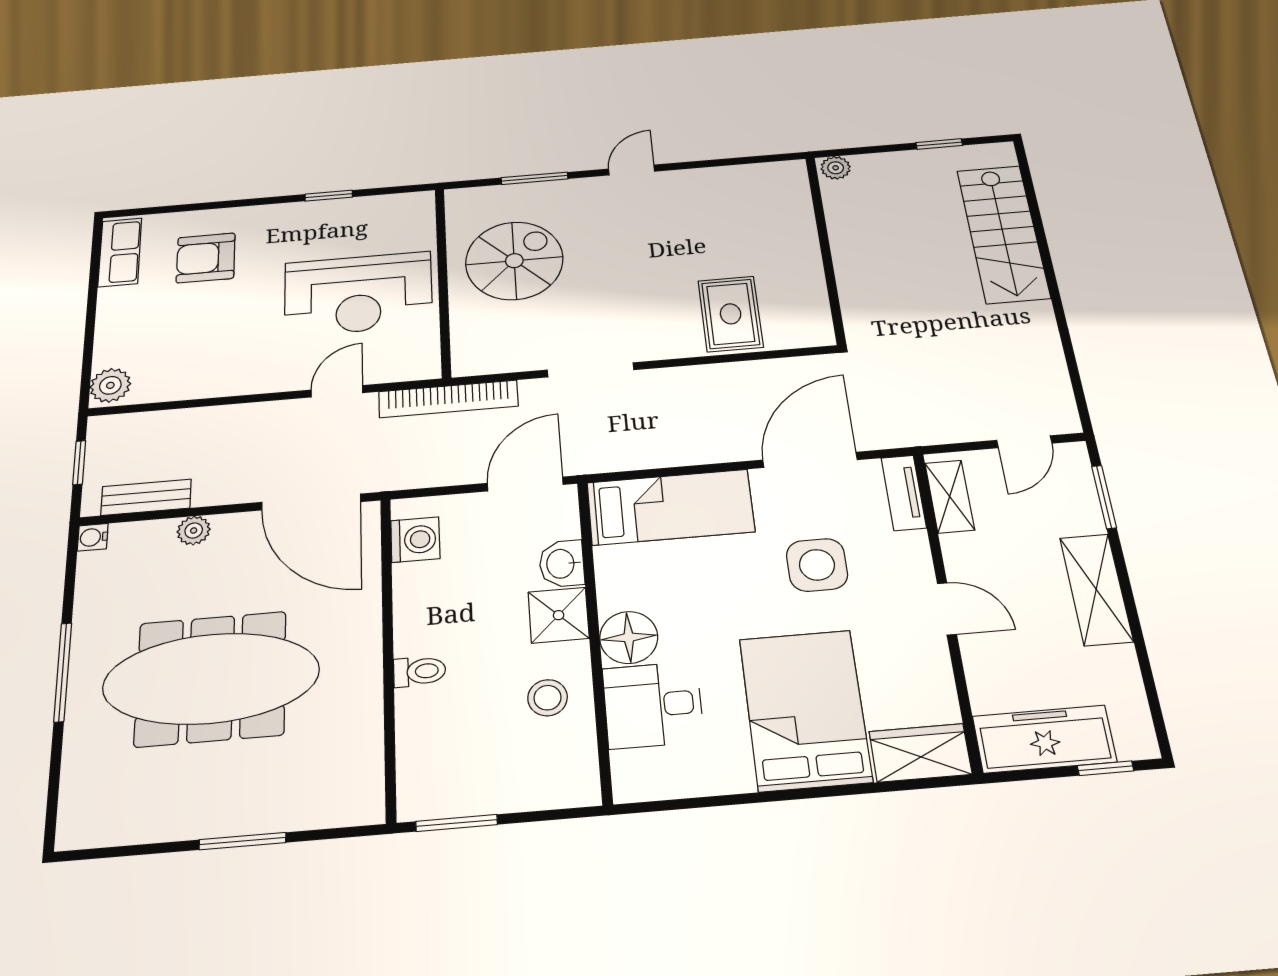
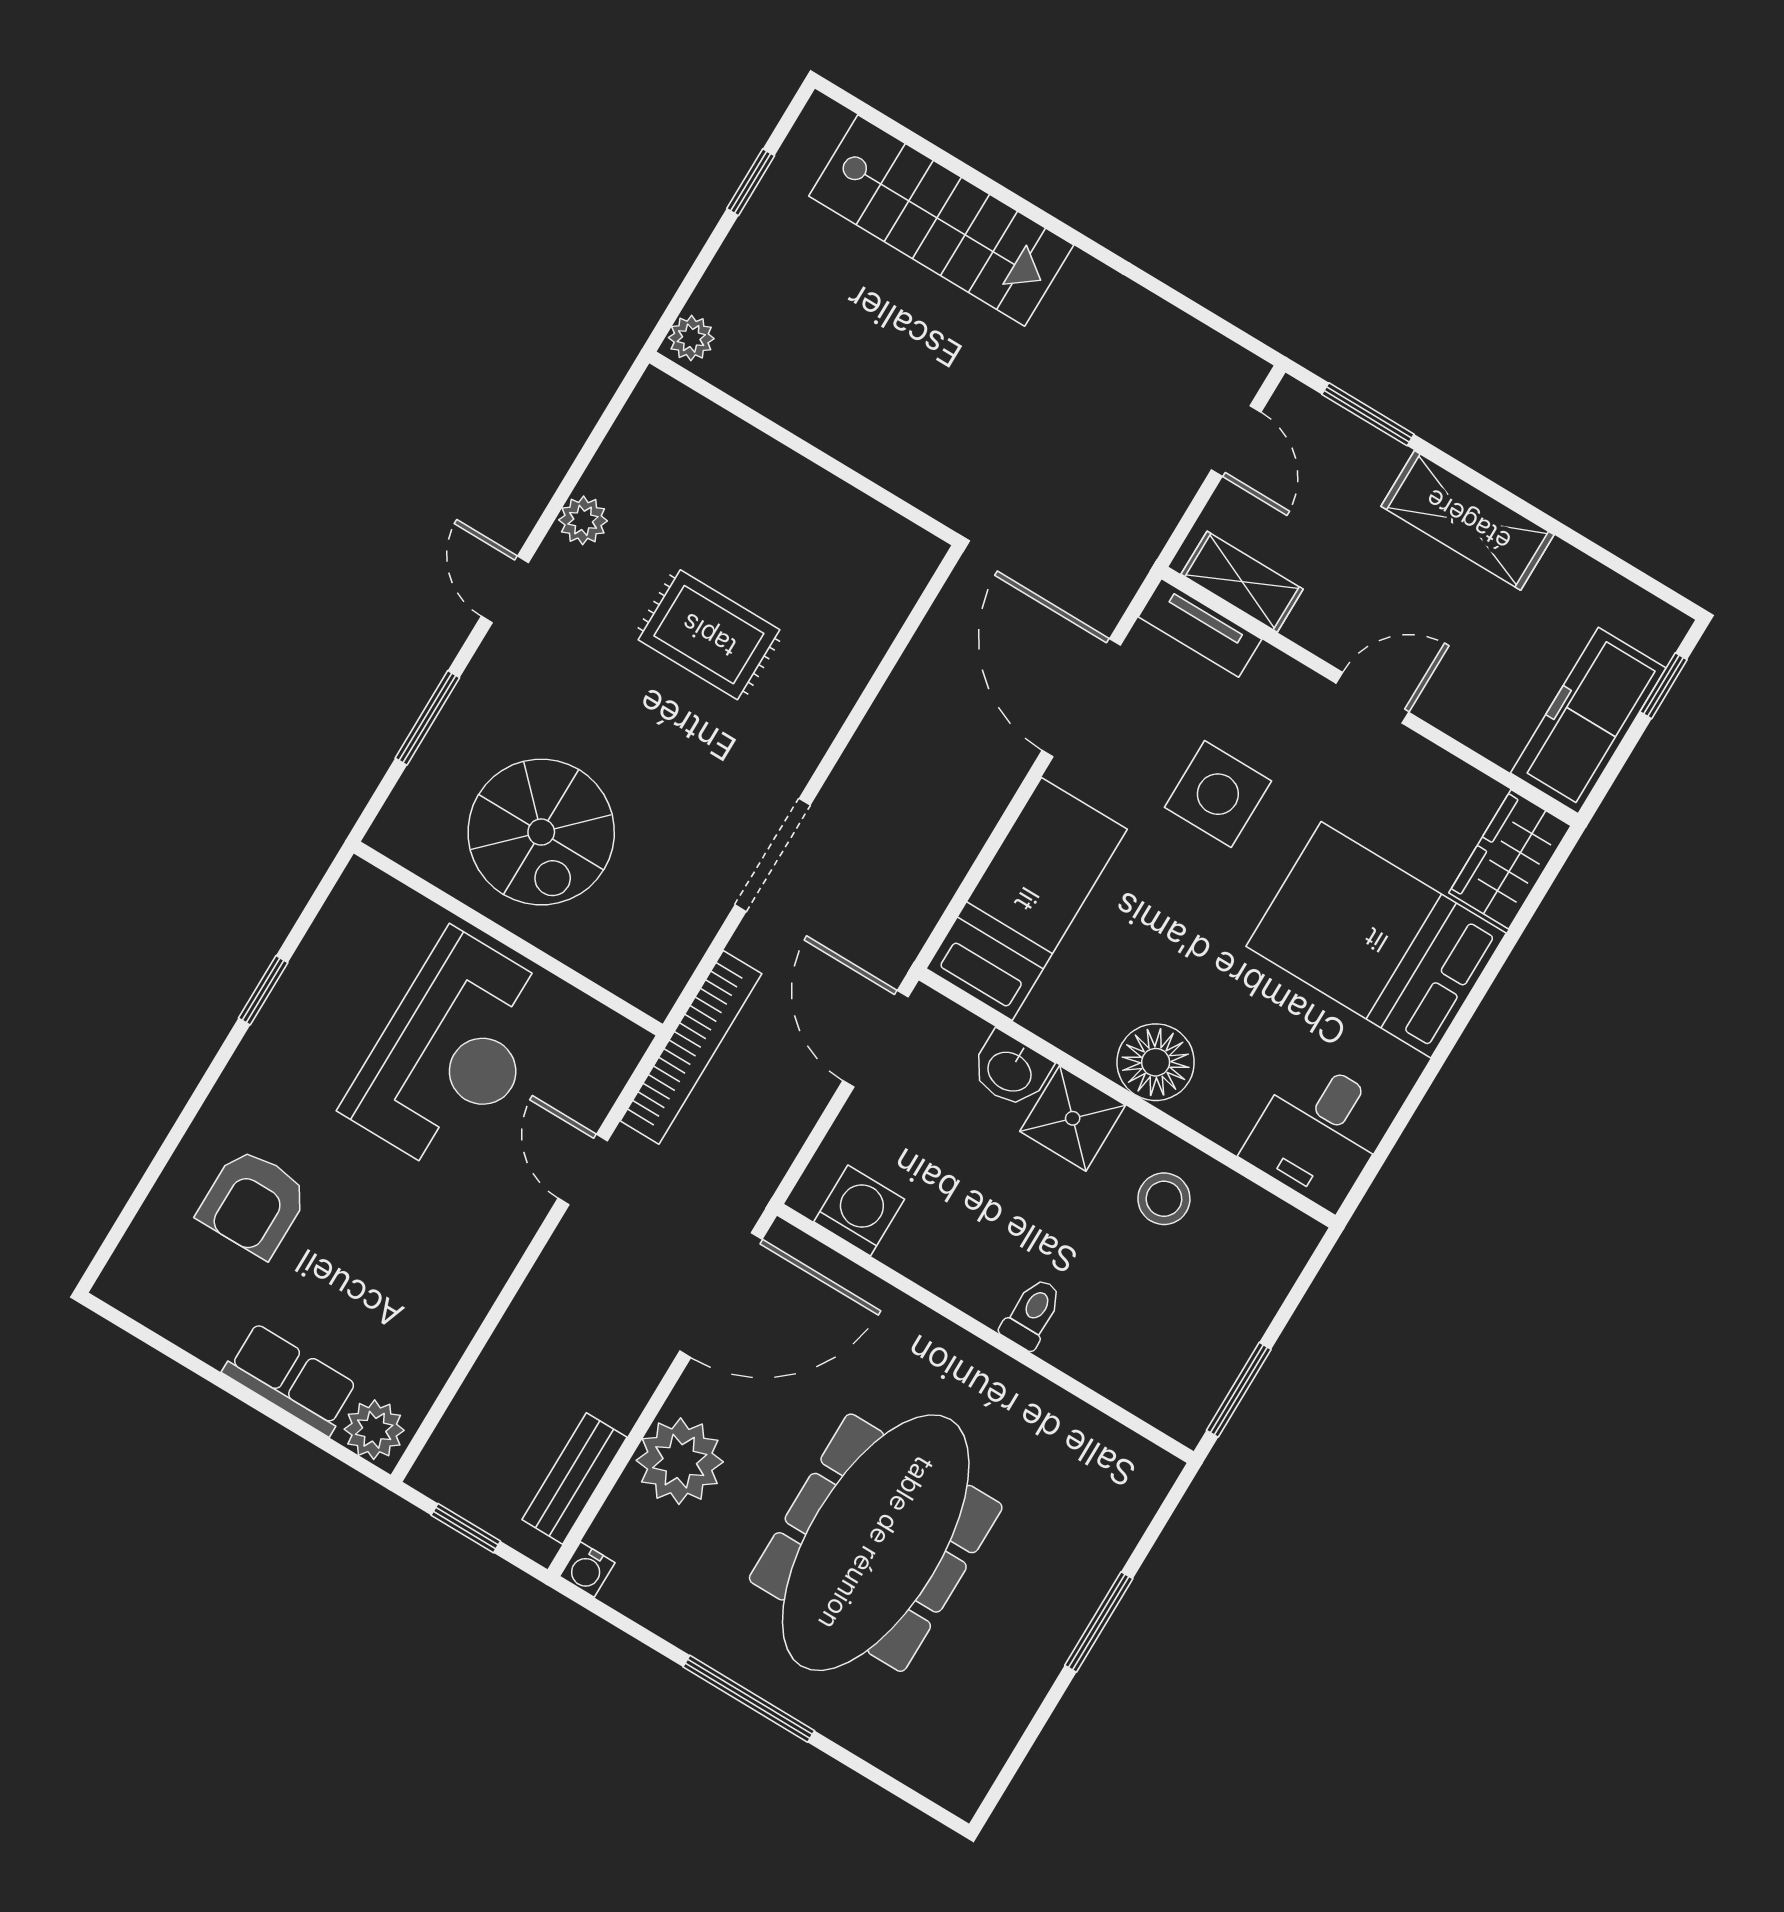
plant: (698, 180) -> (583, 520), added
row of seats: (120, 252) -> (291, 1379), moved
spiral stairs: (514, 261) -> (541, 832), turned 180
rug: (731, 314) -> (709, 635), moved
plant: (194, 531) -> (680, 1461), width x1.88, depth x1.88
desk: (653, 705) -> (1318, 1133), moved

